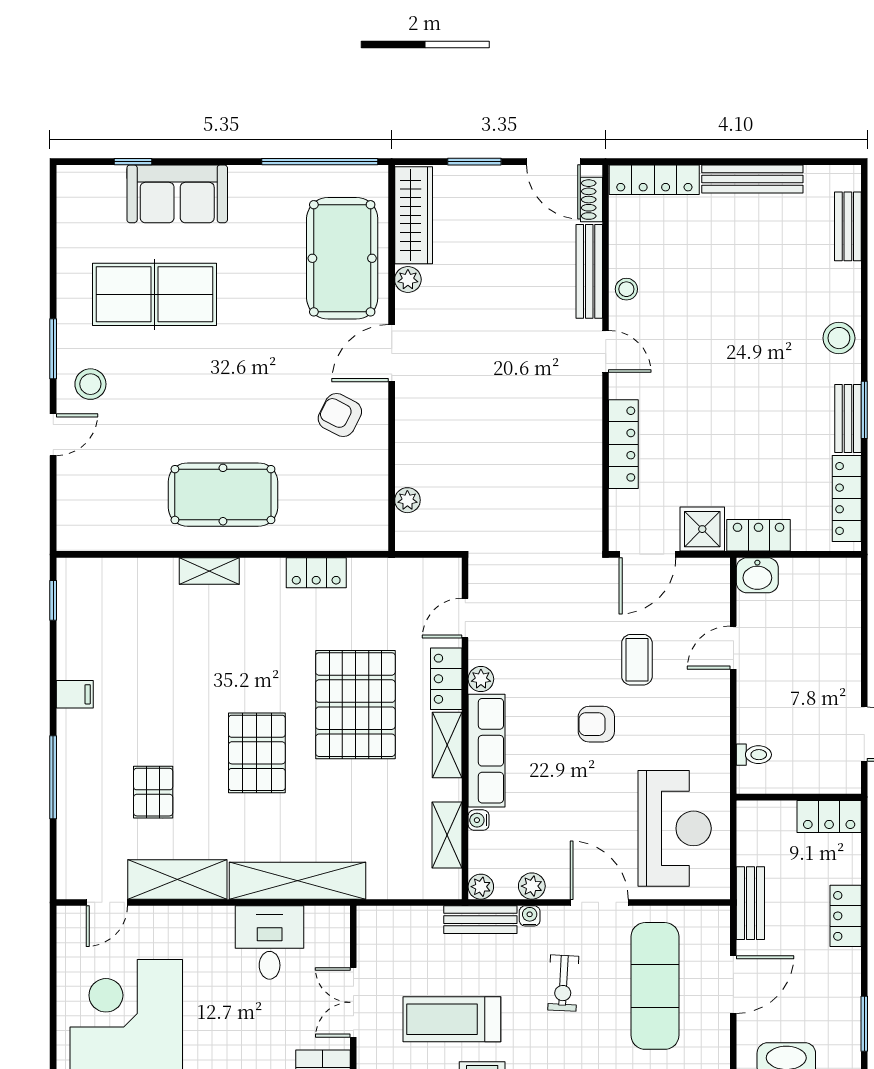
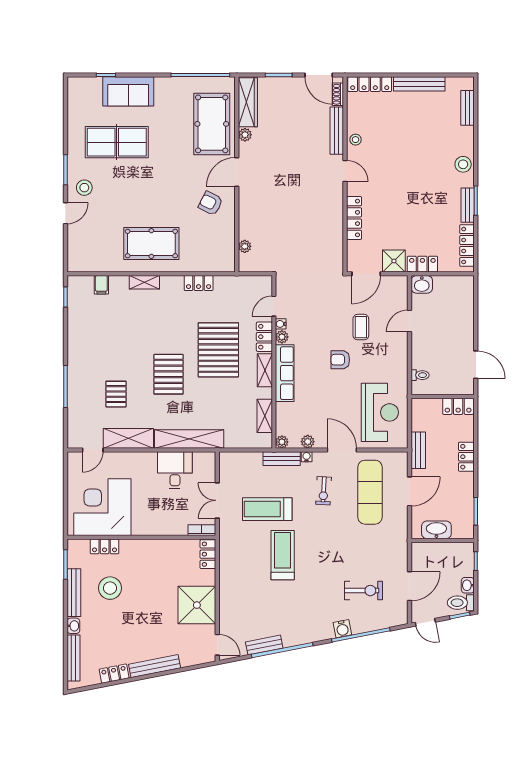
filing cabinet: (75, 694) -> (101, 285), moved, turned 90
water cooler: (479, 820) -> (281, 324), moved

